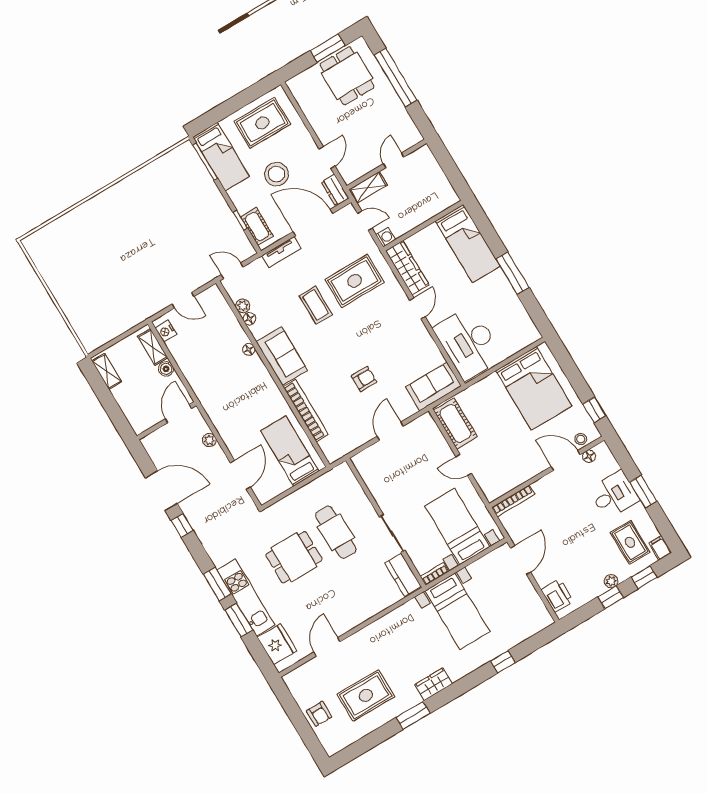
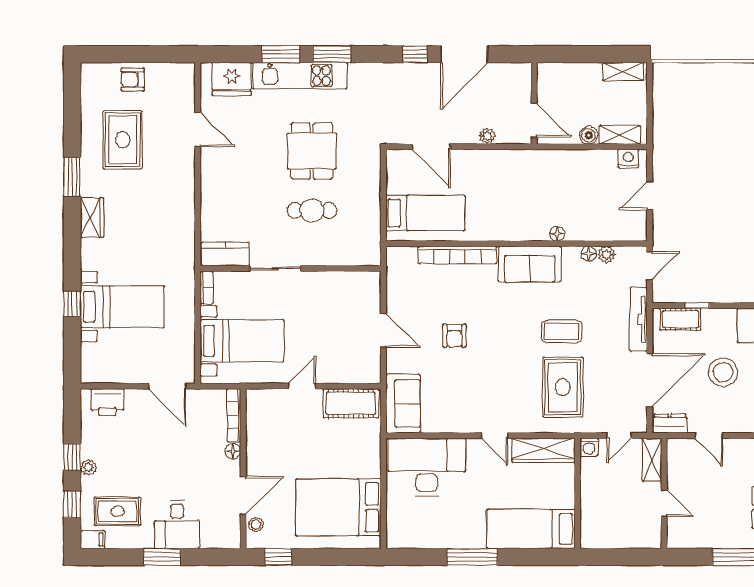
tv unit: (281, 252) -> (639, 319), width x1.41
floor lamp: (589, 456) -> (233, 451), moved
cafe table: (336, 532) -> (312, 210), width x0.73, depth x0.74
bed with nightstands: (457, 611) -> (122, 307), moved, turned 180

